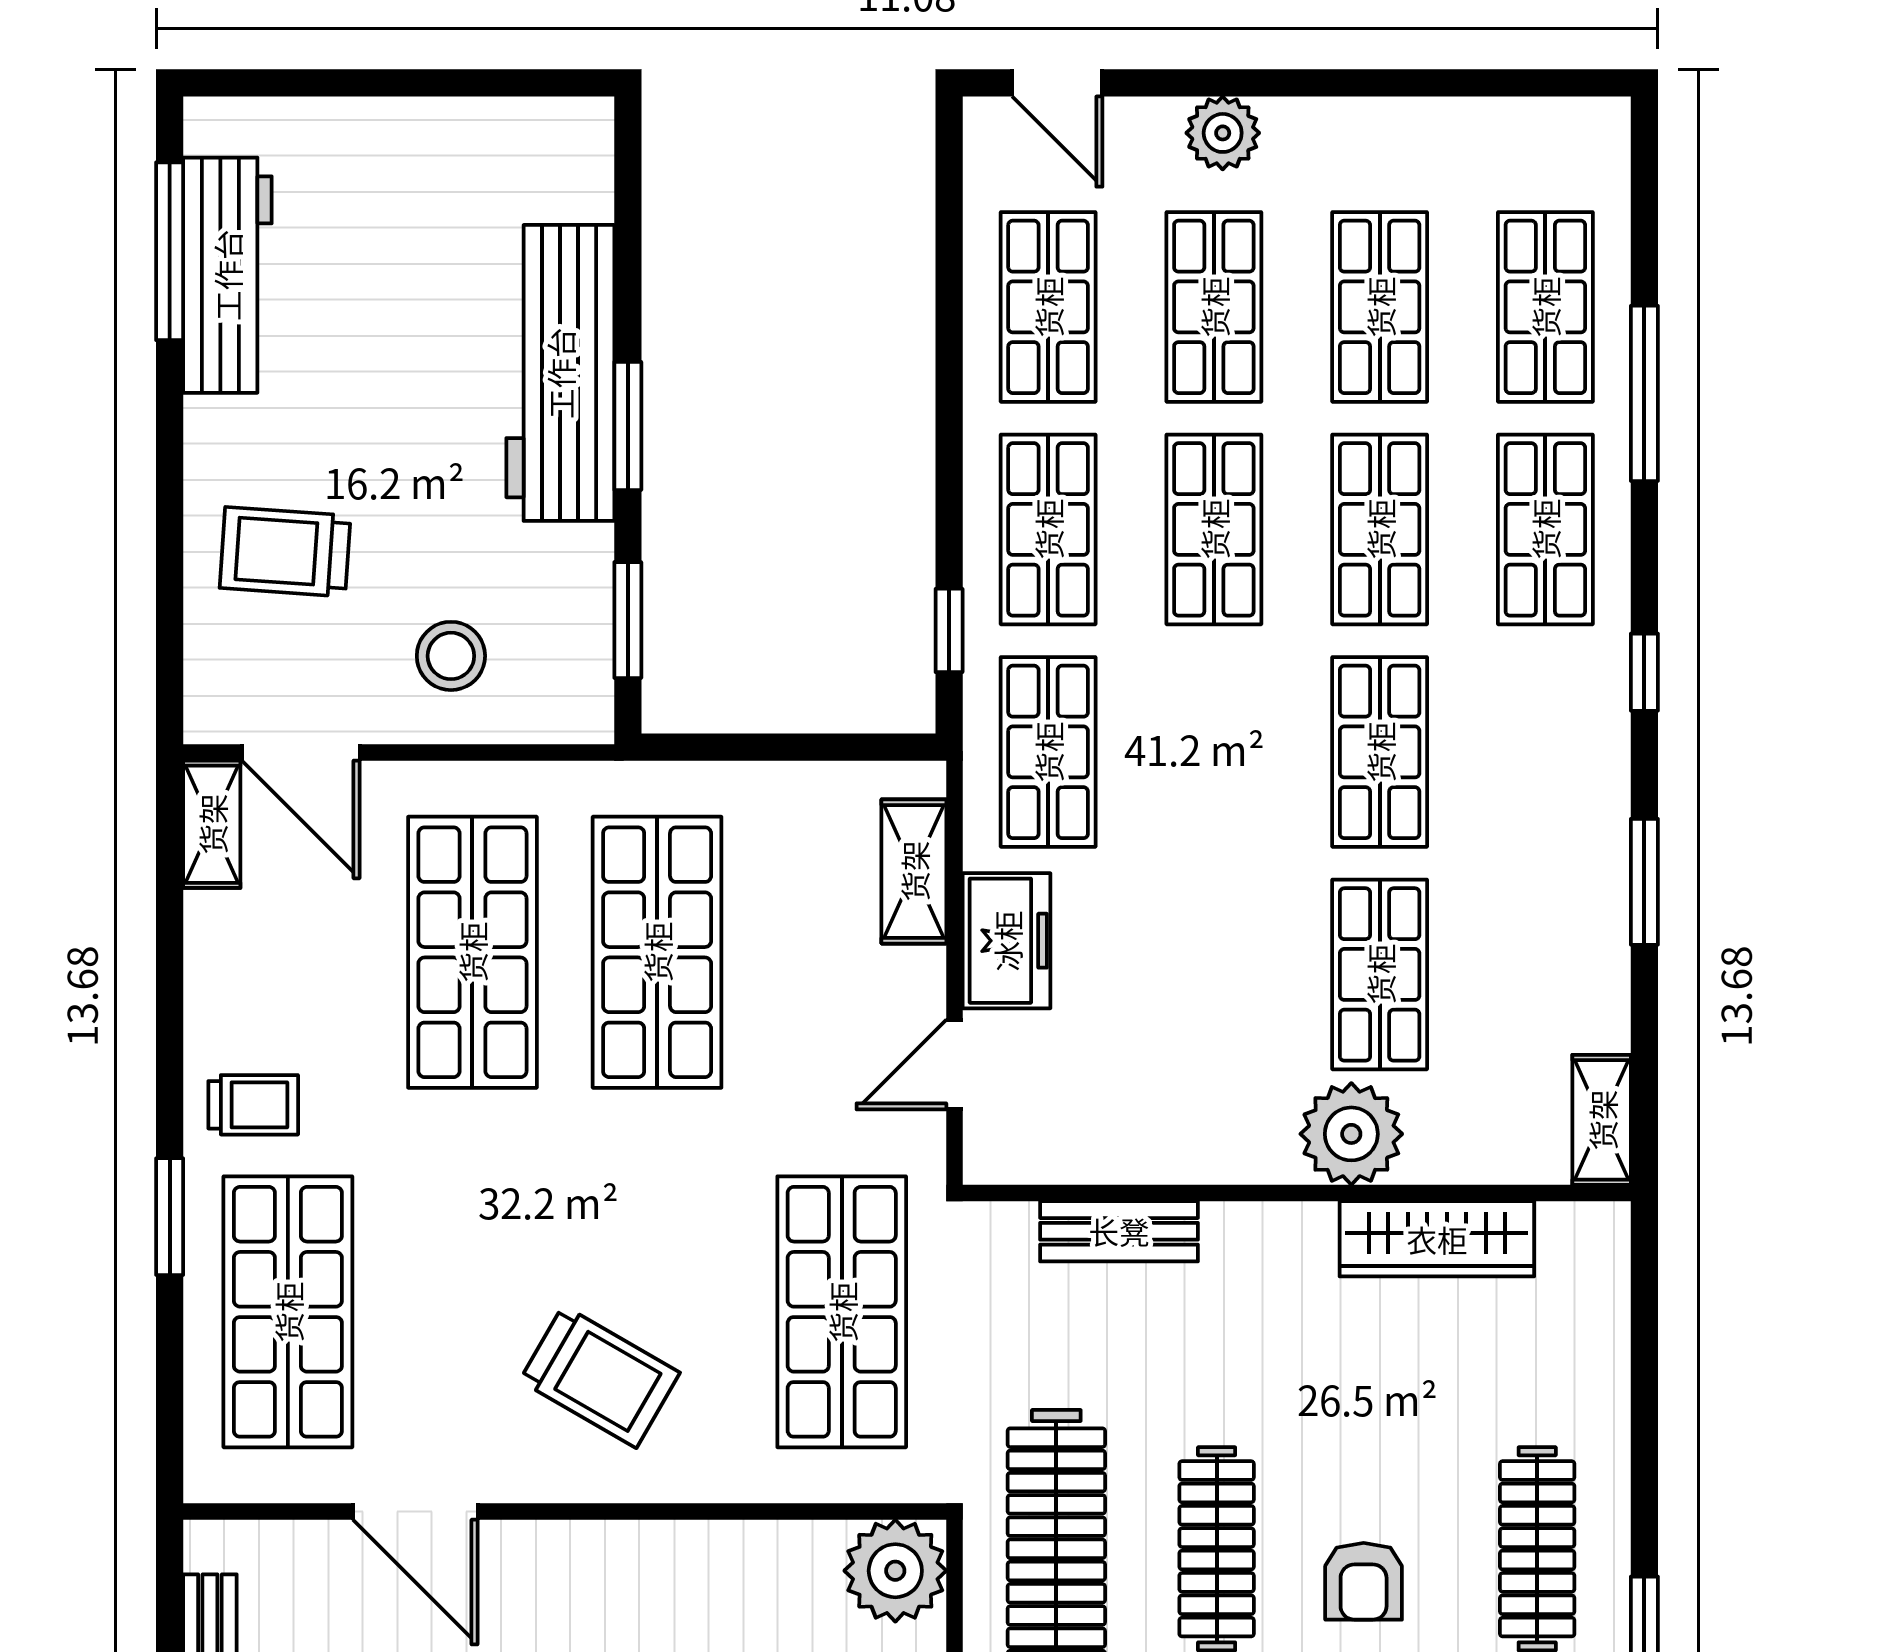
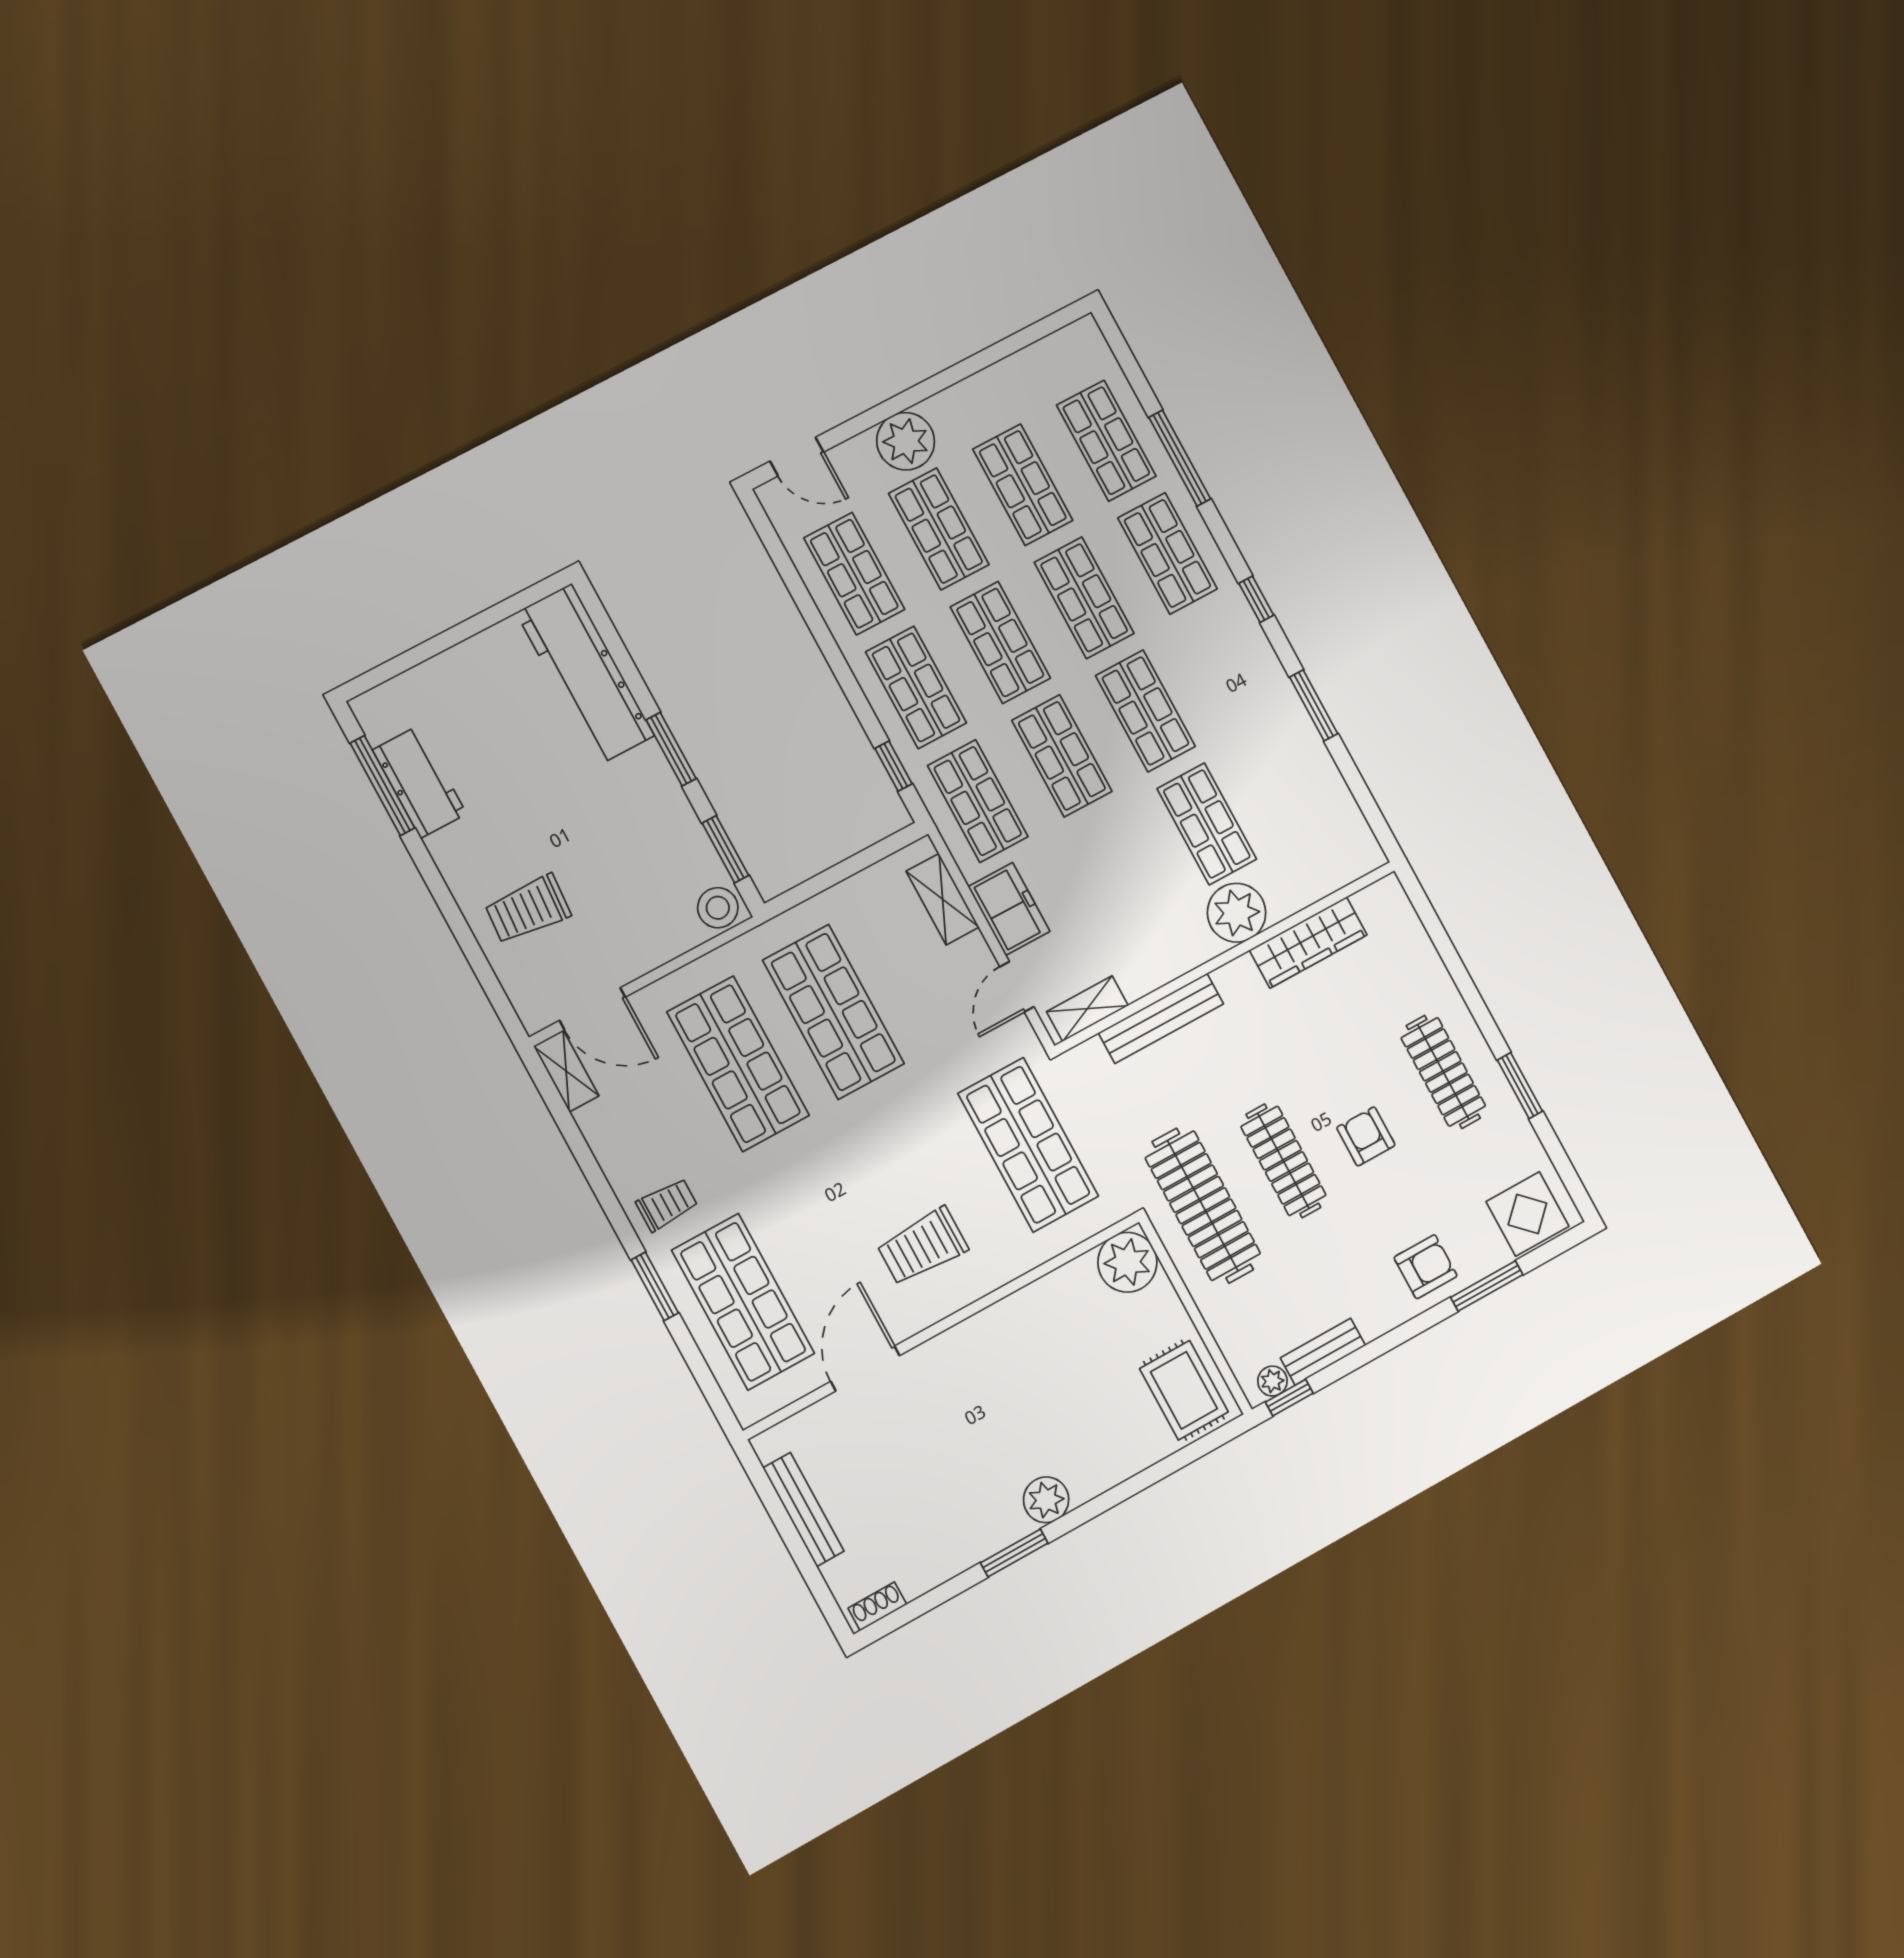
plant: (1223, 133) -> (906, 441), width x1.36, depth x1.36
workbench: (227, 275) -> (420, 782), width x0.73
workbench: (560, 373) -> (585, 674), moved
stool: (451, 656) -> (718, 908), moved
shop shelf: (1214, 752) -> (1062, 756), added
shelving: (1602, 1120) -> (1087, 1009), moved, turned 90
bench: (1119, 1231) -> (1161, 1018), width x1.36
trolley: (600, 1377) -> (922, 1246), turned 150
door: (415, 1512) -> (865, 1369), swing flipped
armchair: (1364, 1581) -> (1366, 1136), turned 180

